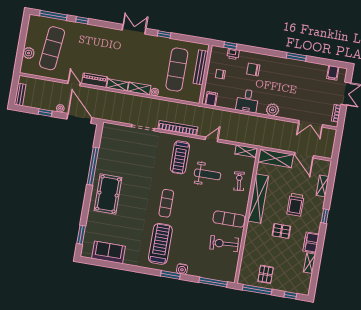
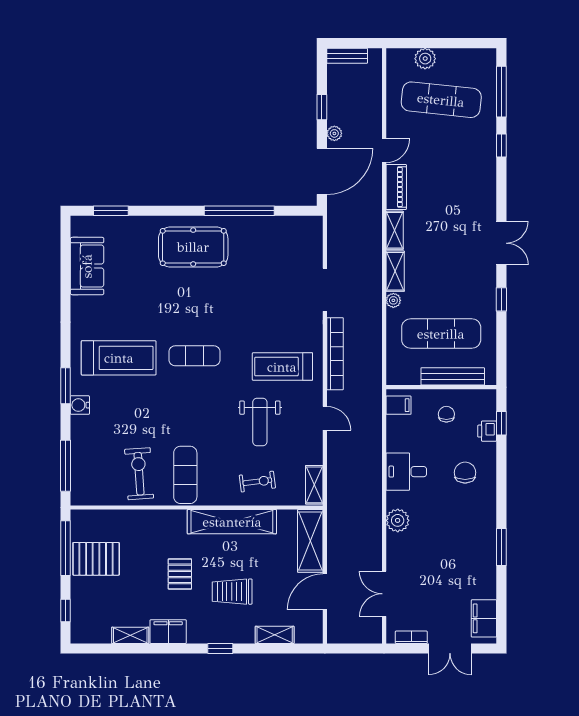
filing cabinet: (333, 73) -> (484, 618), width x2.00
pallet: (266, 274) -> (96, 559), width x1.50, depth x1.42

